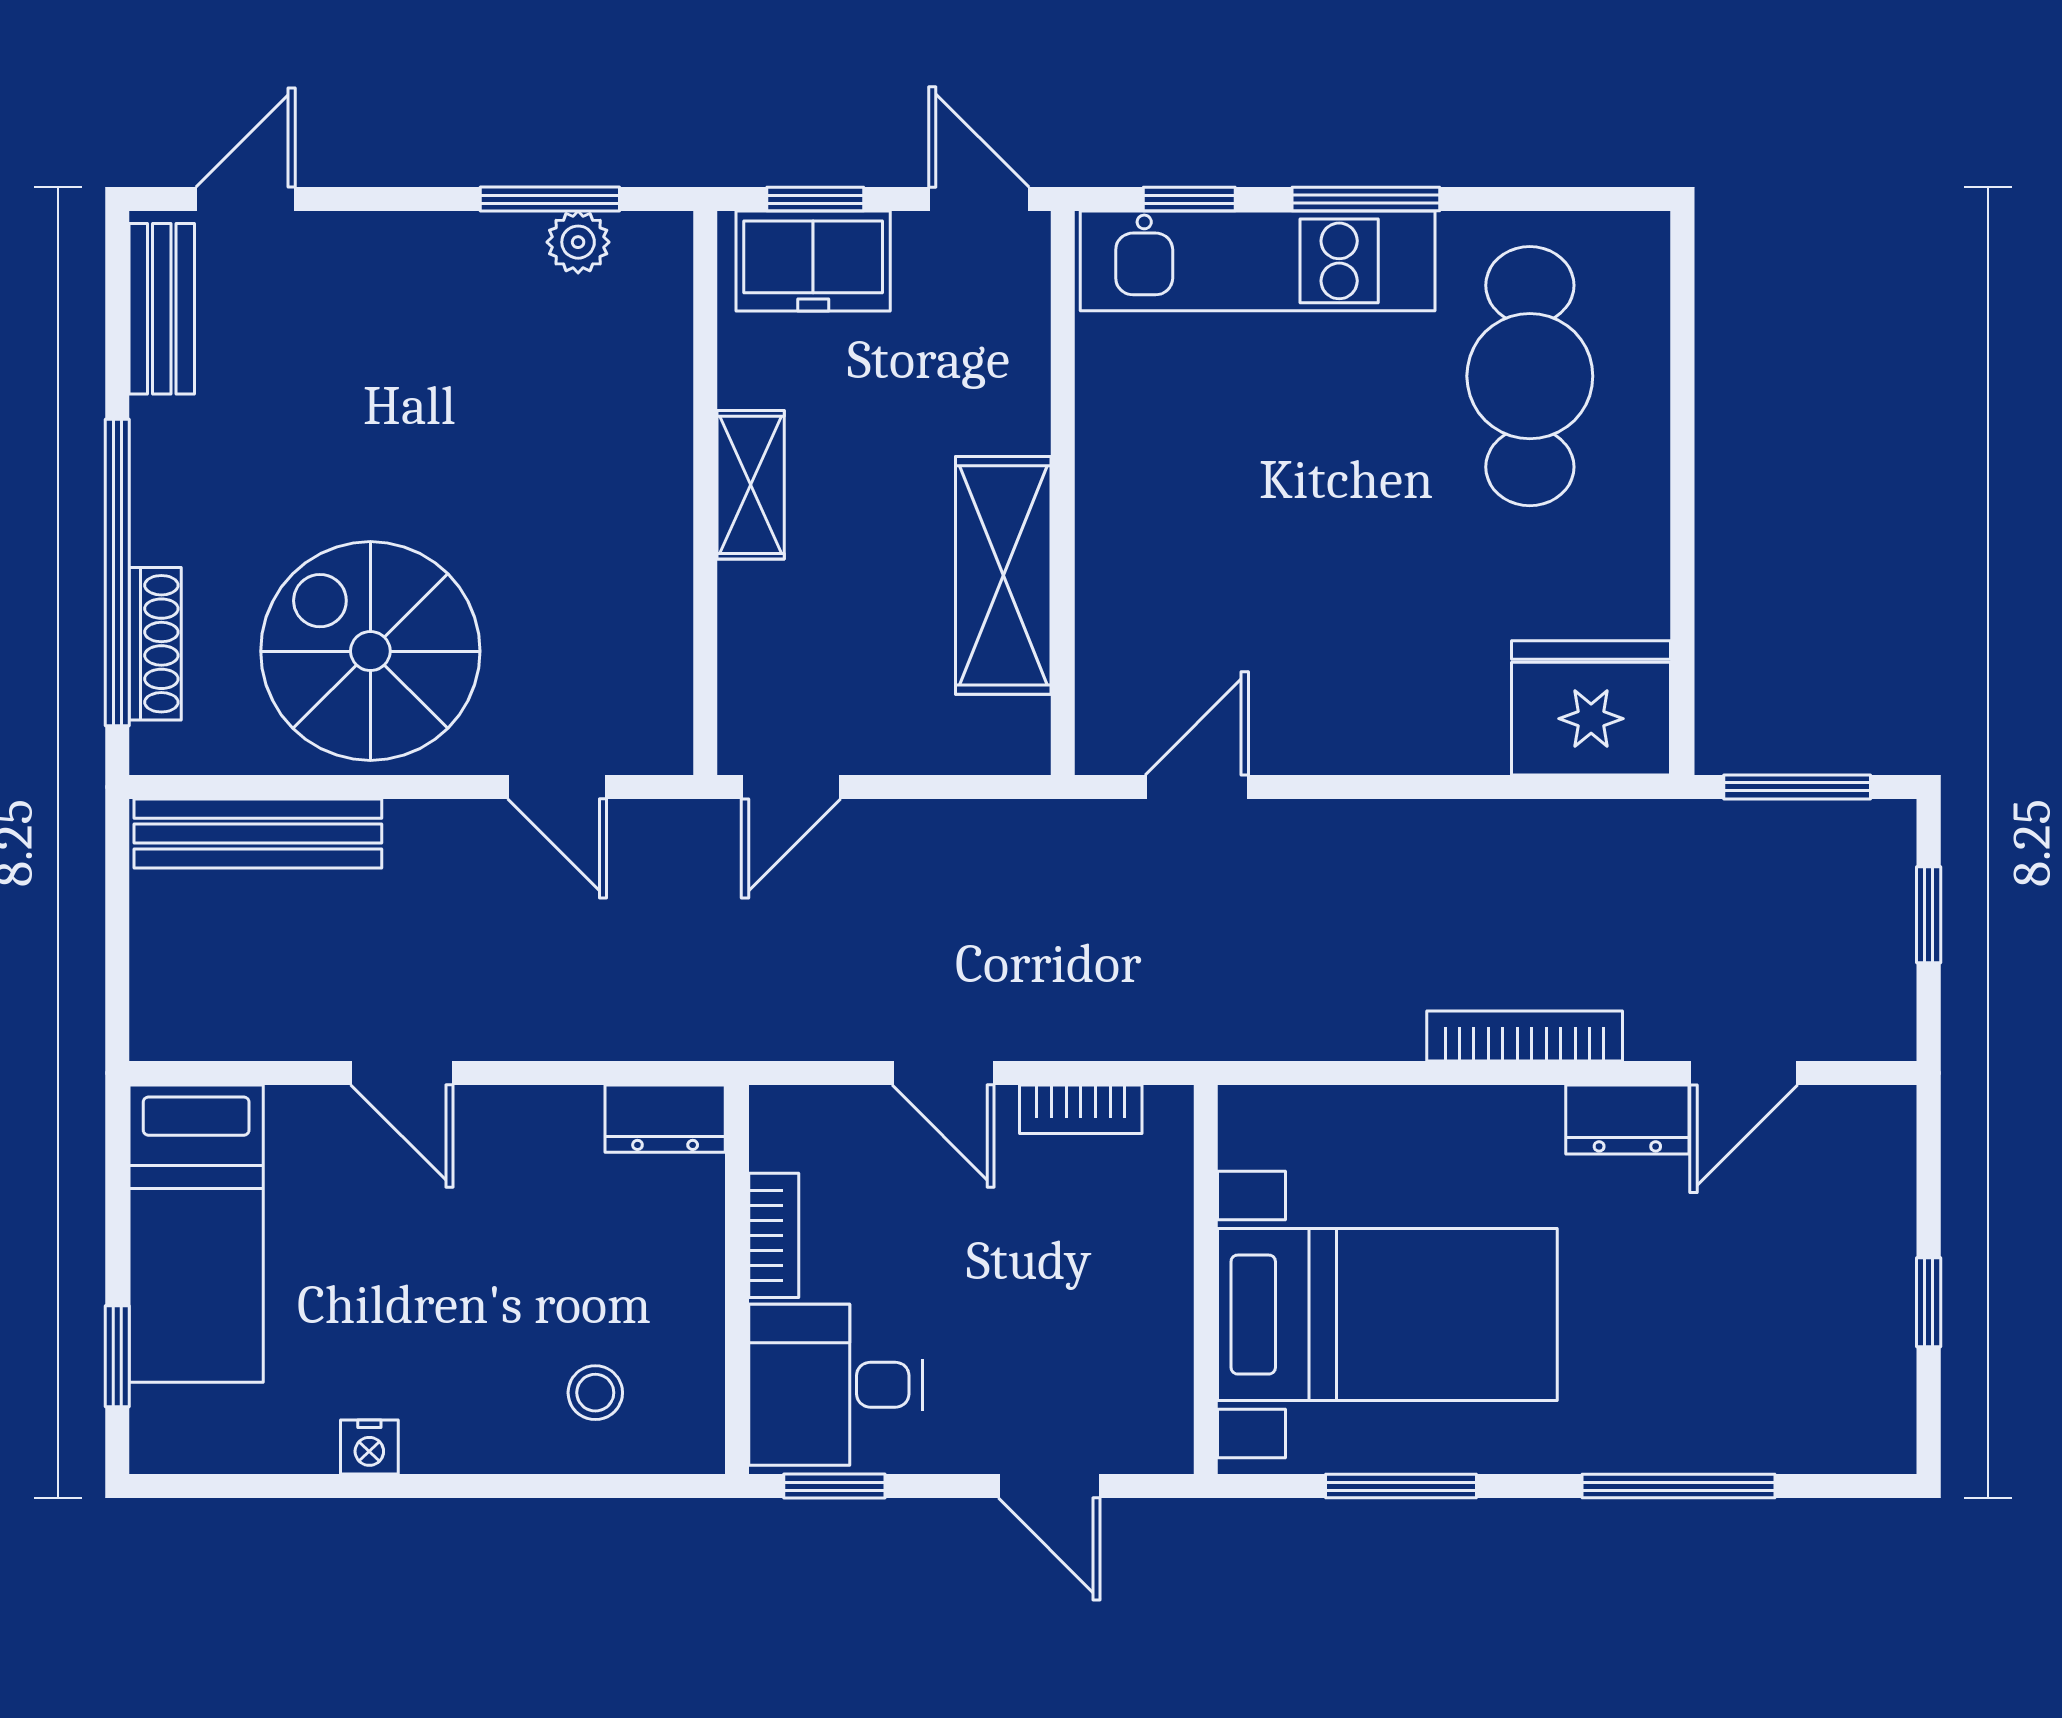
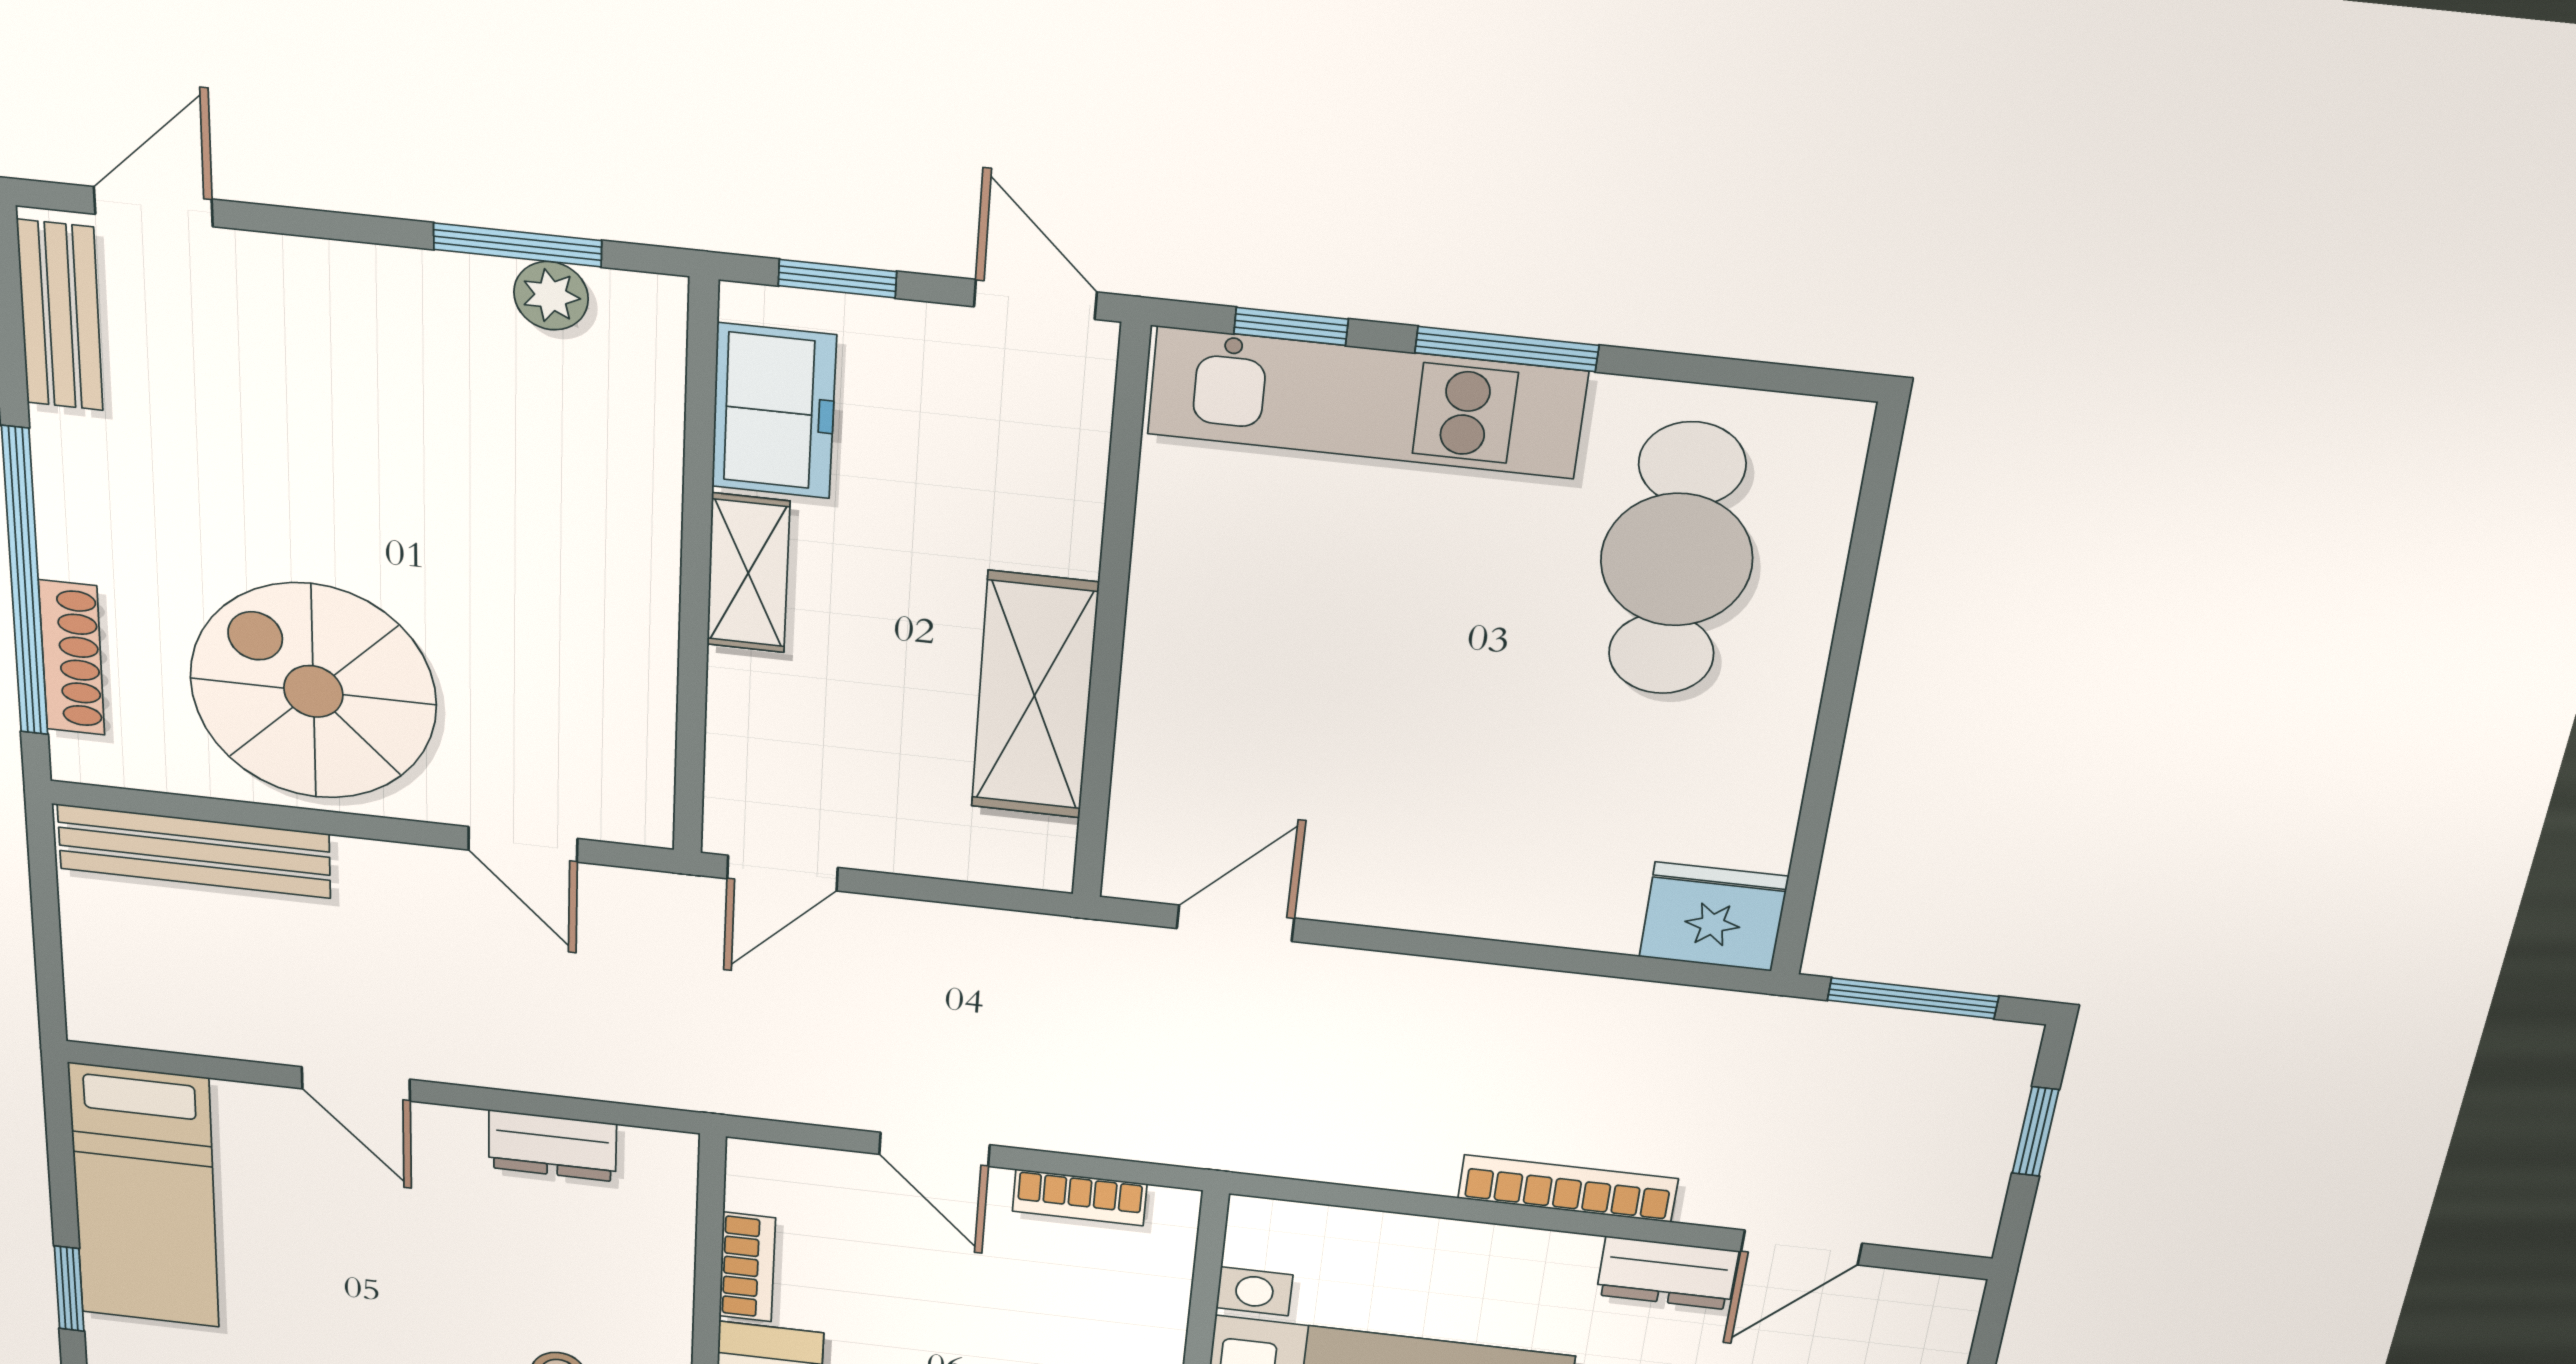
freezer: (813, 261) -> (774, 411), moved, turned -90
fridge: (1591, 708) -> (1714, 917), width x0.73, depth x0.75
dresser: (665, 1119) -> (552, 1146), moved

